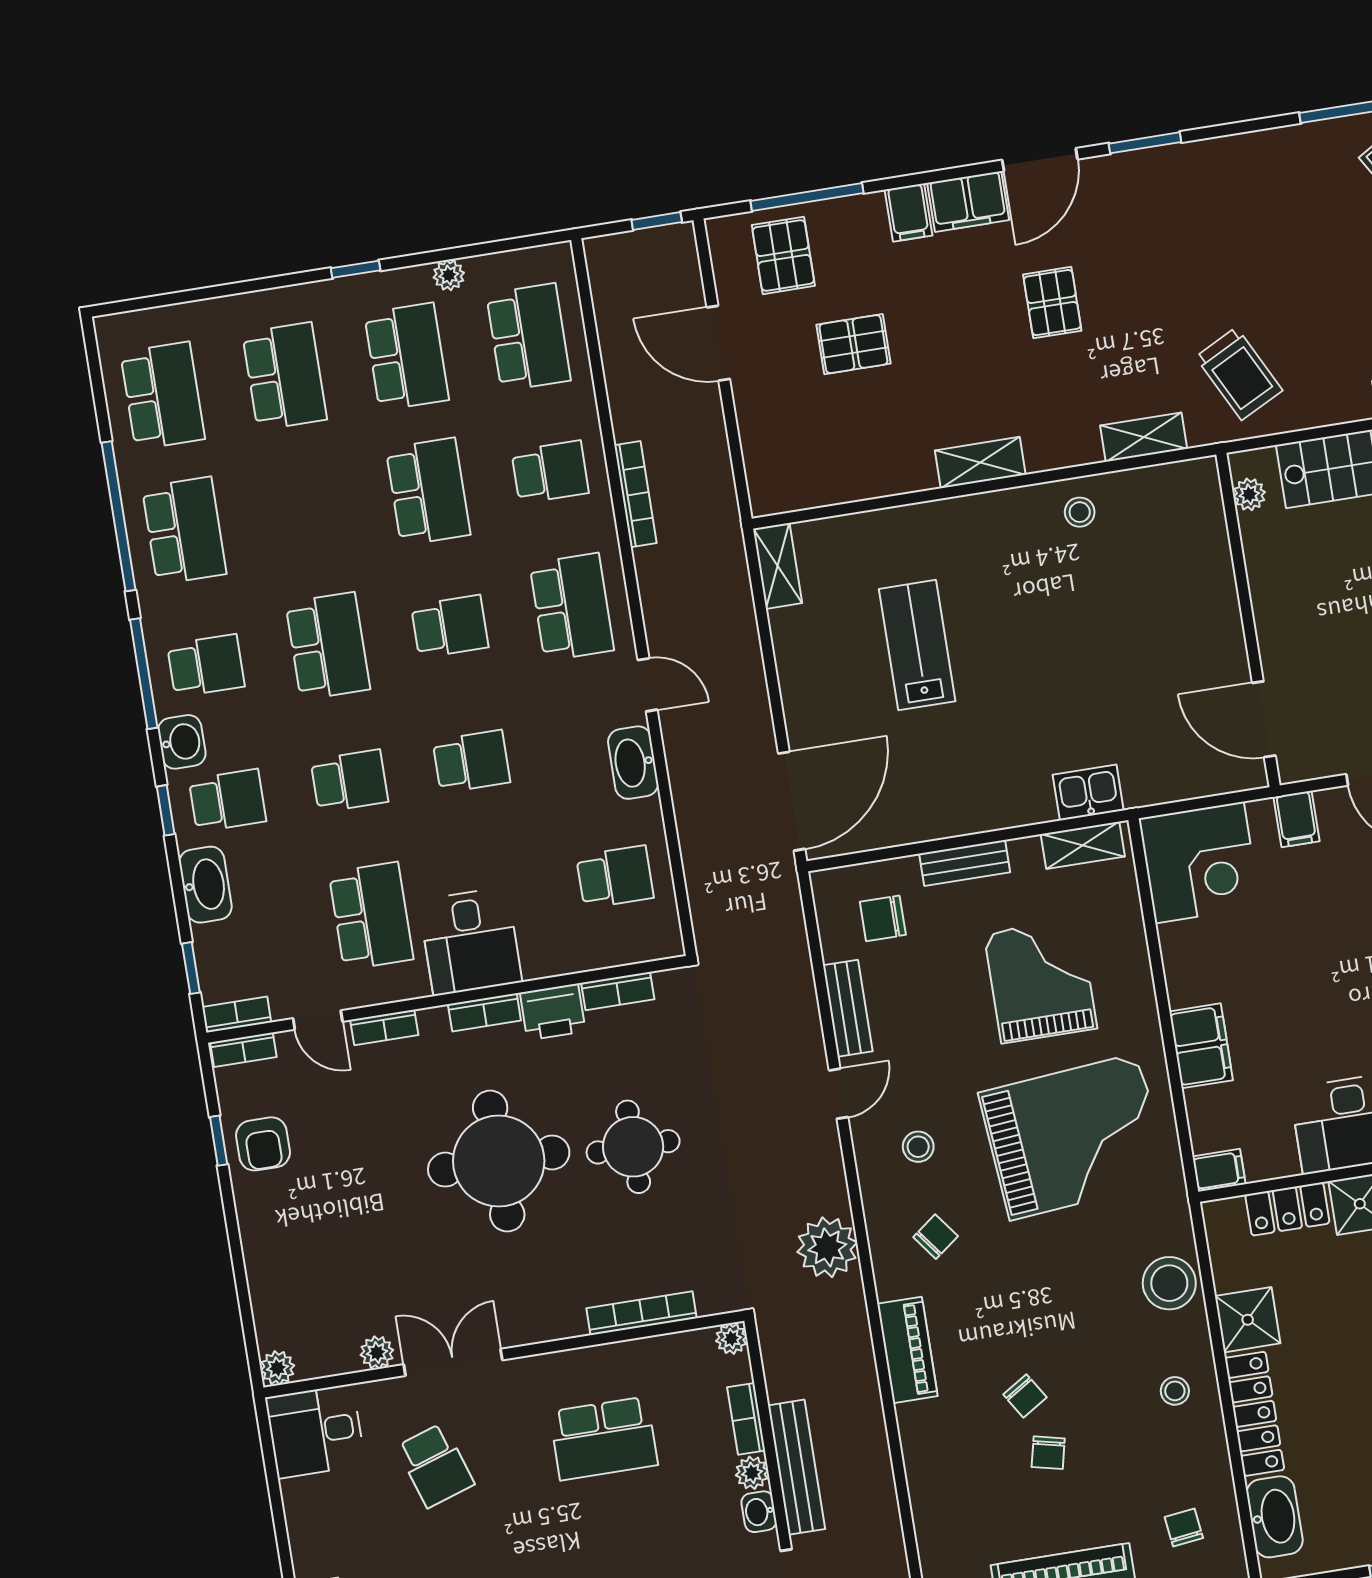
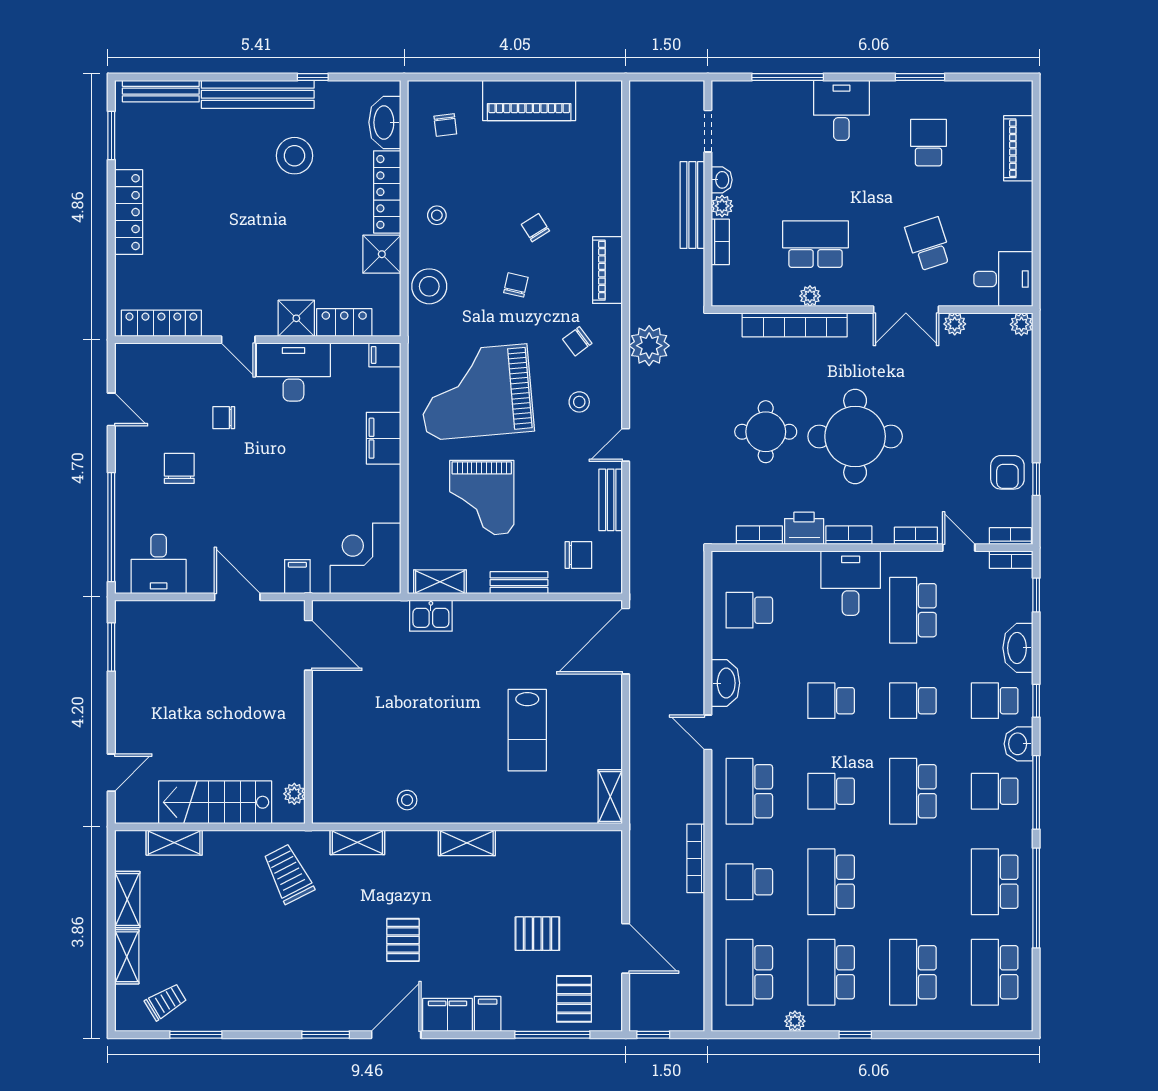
armchair: (263, 1144) -> (1007, 472), turned 180
bookcase: (642, 1313) -> (795, 325), width x1.48, depth x1.31
plant: (731, 1339) -> (810, 296), moved
chair: (1048, 1453) -> (516, 285), moved

